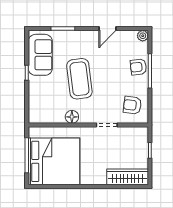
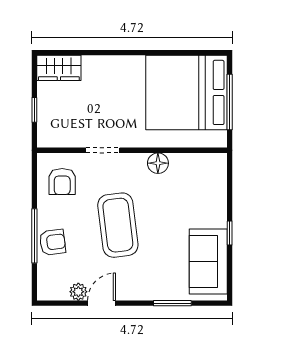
plant: (143, 36) -> (78, 292), moved
coffee table: (79, 79) -> (118, 225), moved
armchair: (132, 105) -> (62, 182), turned 83
wardrobe: (128, 177) -> (59, 68), width x0.67

